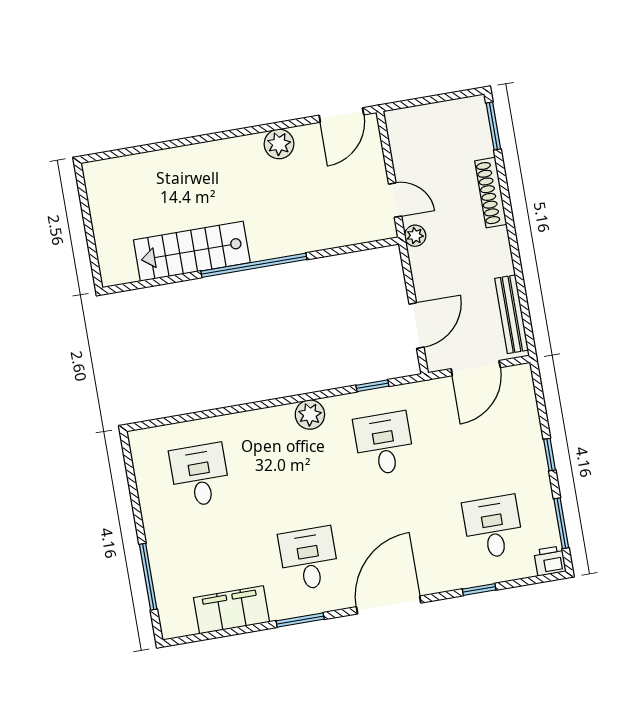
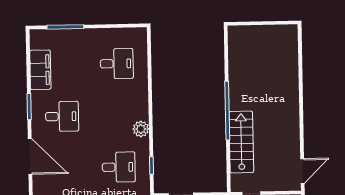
door: (341, 115) -> (302, 171), swing flipped
plant: (279, 144) -> (292, 134), removed
stairs: (192, 251) -> (241, 142), moved

